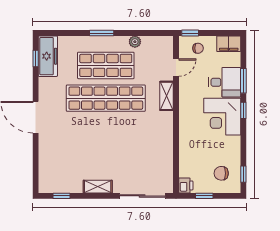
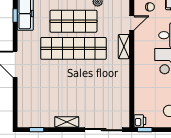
window: (204, 196) -> (145, 130), moved

